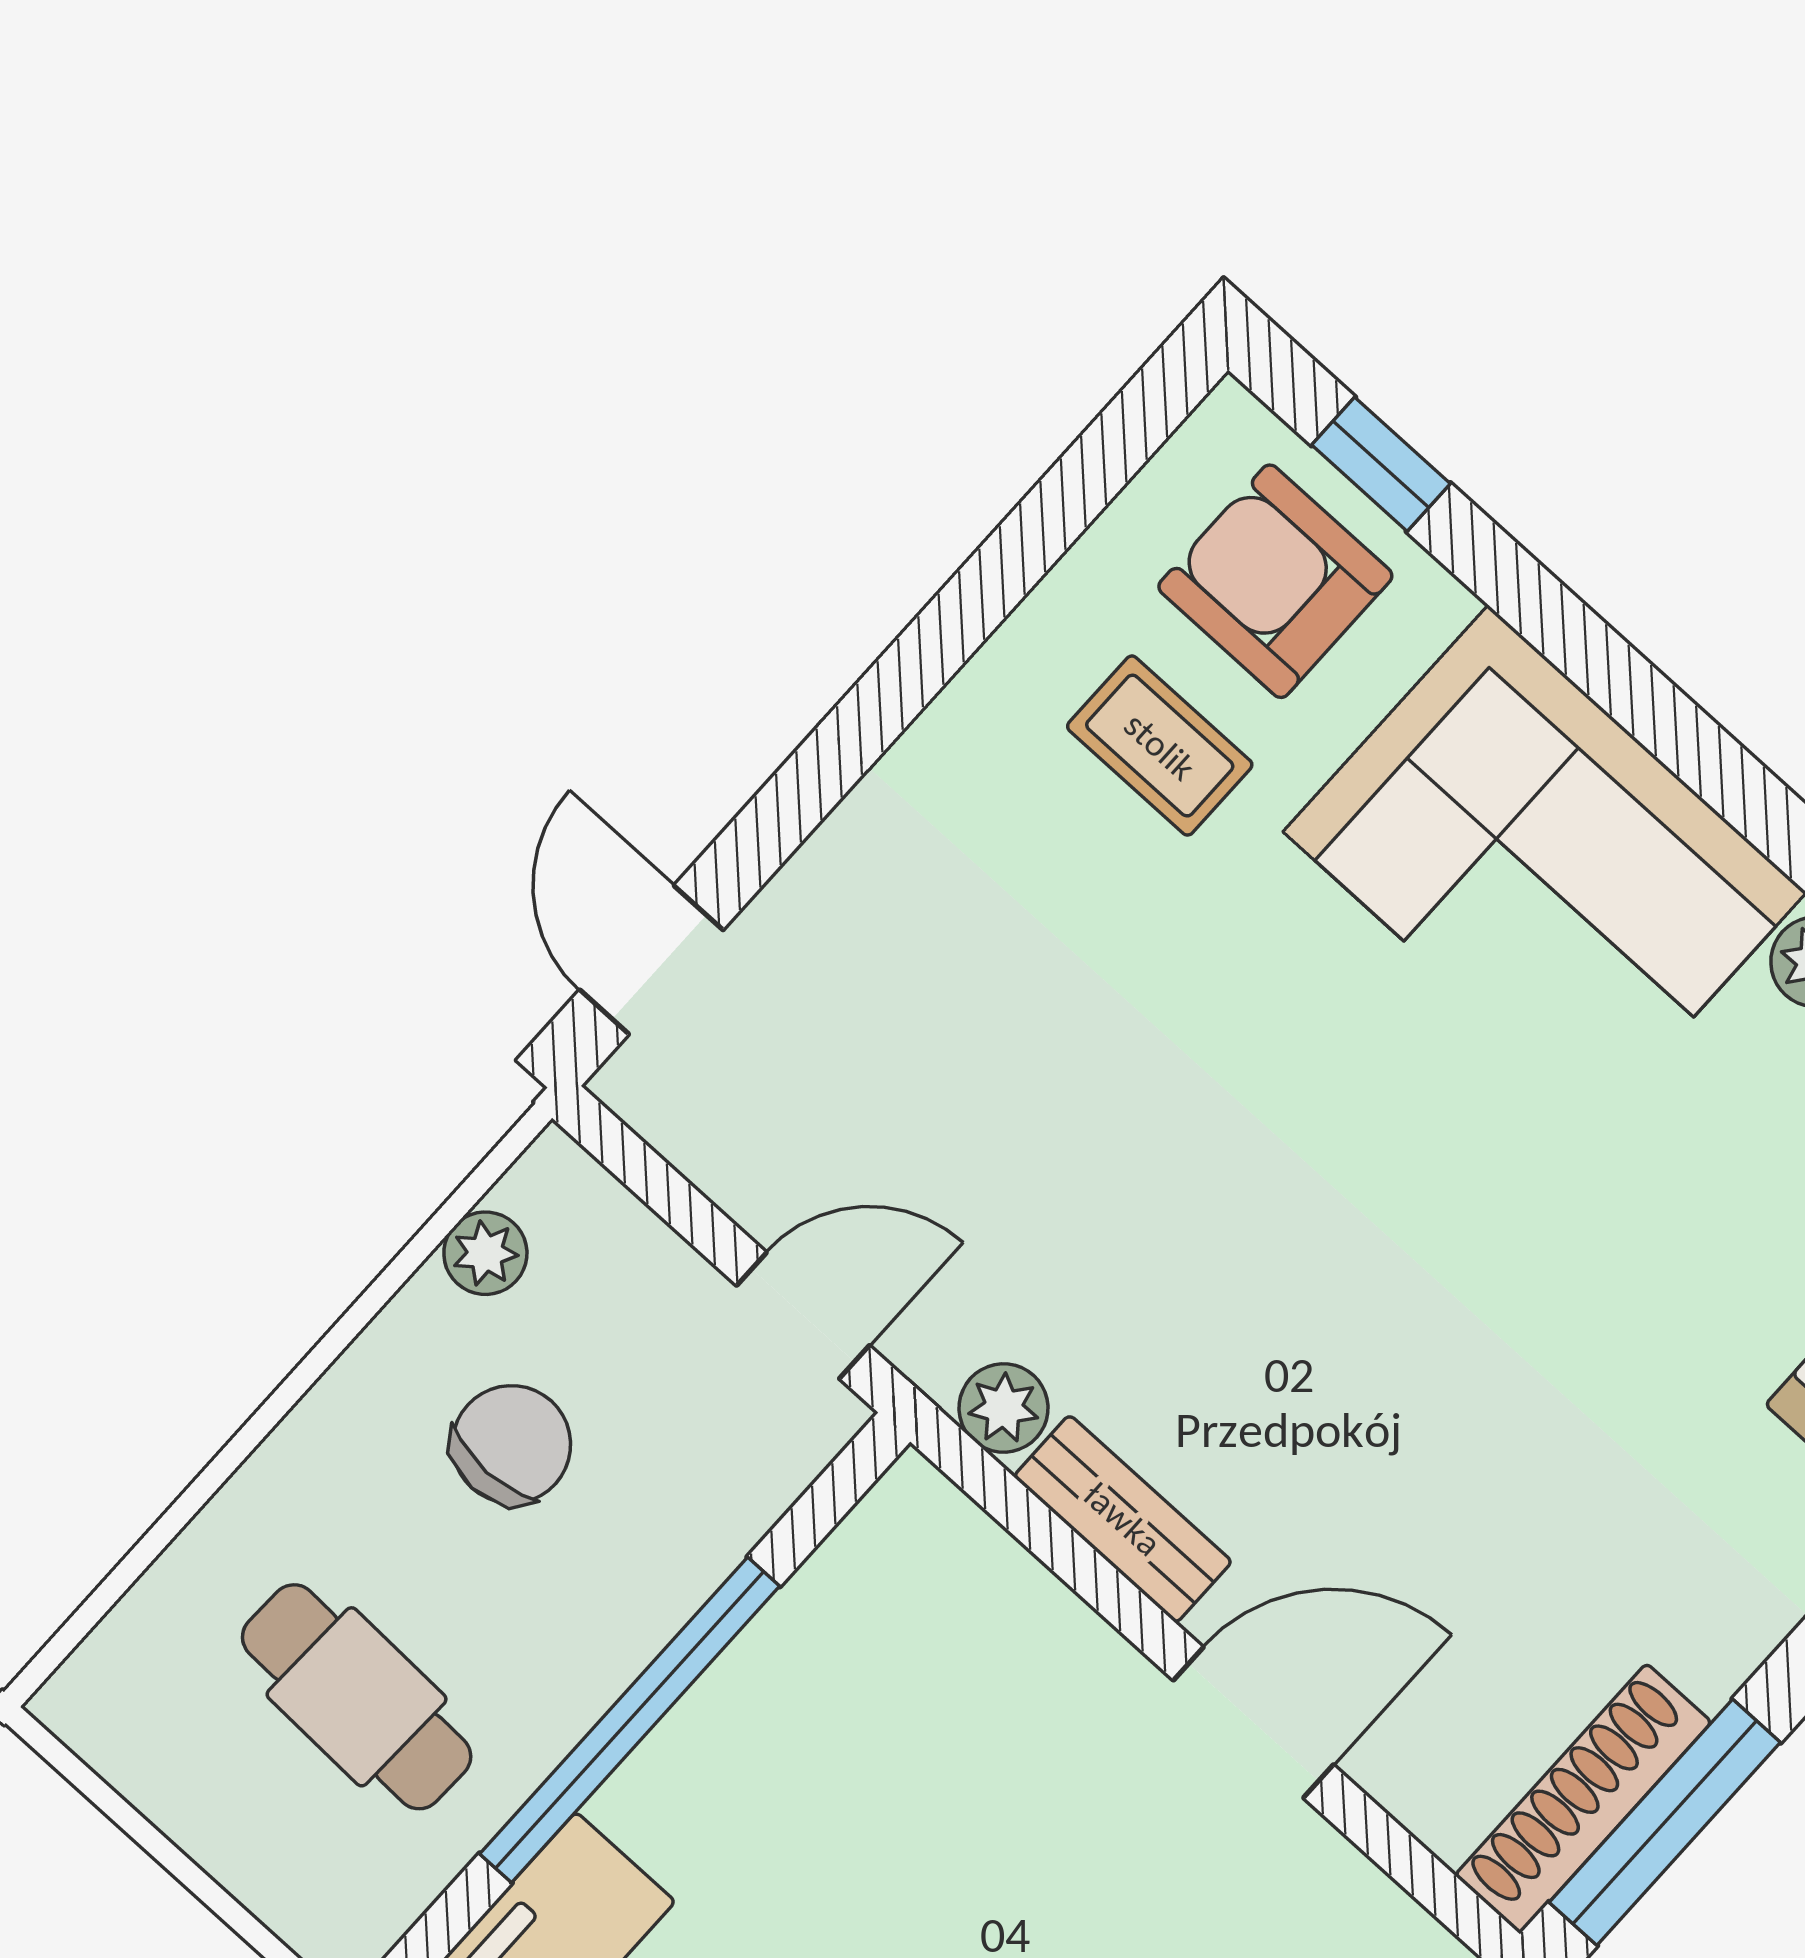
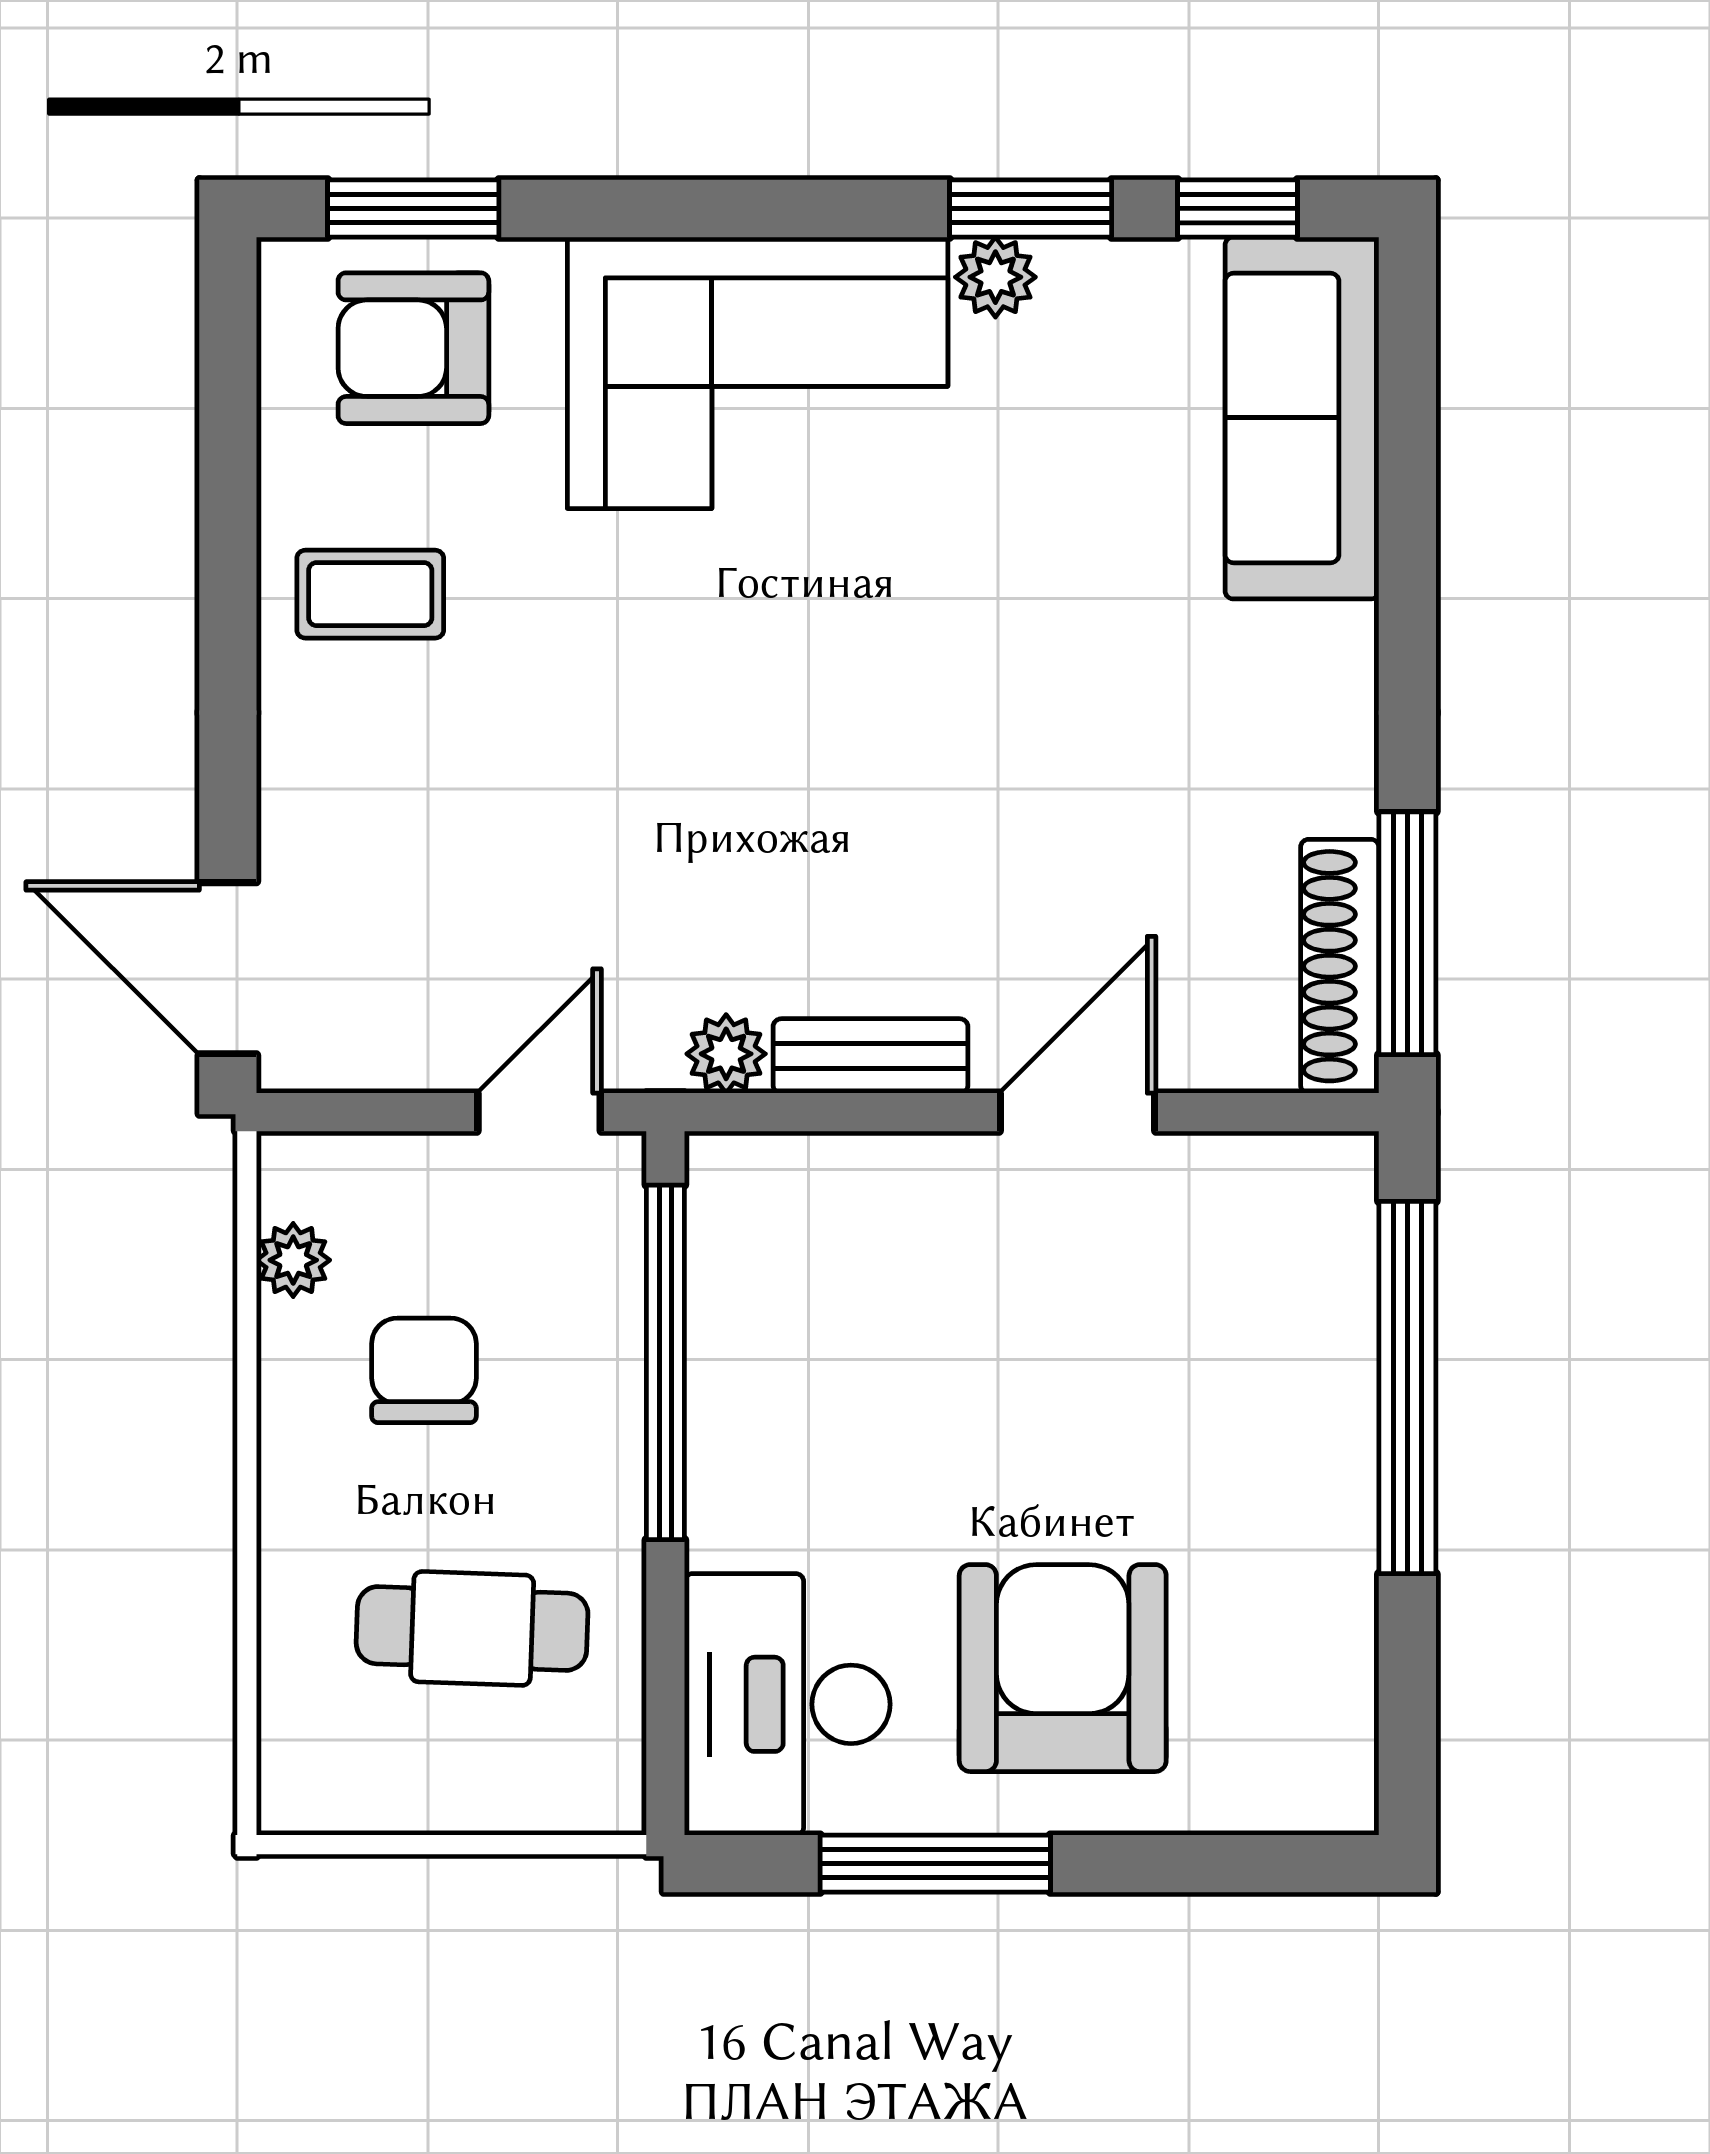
window: (1381, 464) -> (413, 208), width x1.50
coffee table: (1160, 746) -> (370, 594), moved
door: (651, 960) -> (228, 968), width x1.38
window: (630, 1720) -> (665, 1362), moved

